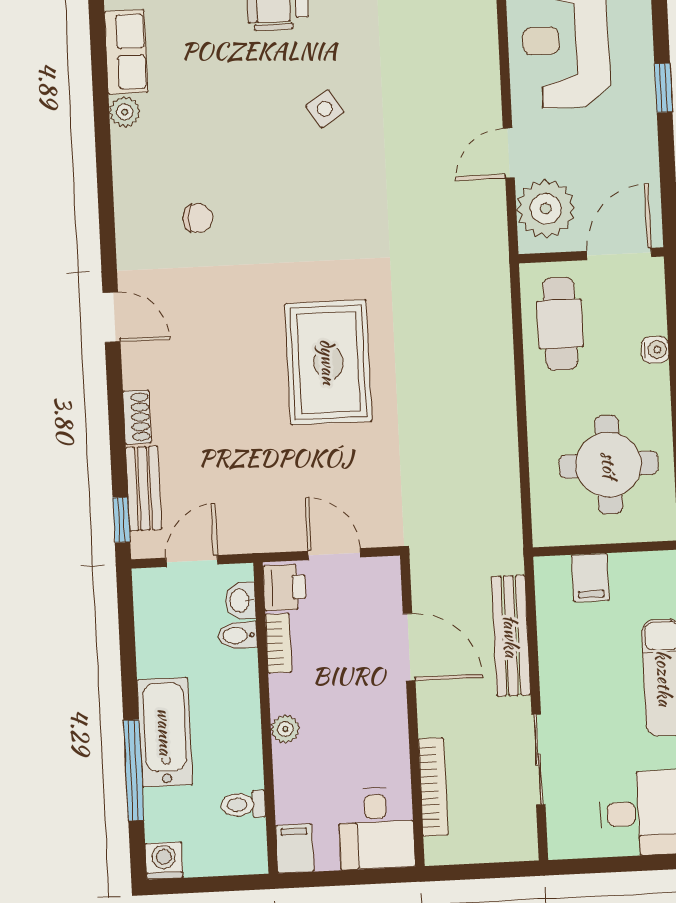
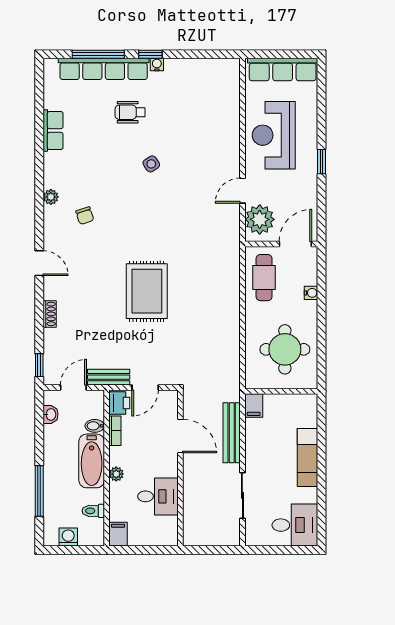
plant: (125, 112) -> (51, 197), moved
chair: (198, 218) -> (85, 216), turned 68
bench: (144, 488) -> (109, 377), moved, turned 90
door: (334, 554) -> (145, 388), swing flipped
filing cabinet: (590, 578) -> (254, 406), moved
washbasin: (240, 601) -> (50, 414), moved, turned 180
bathtub: (165, 732) -> (92, 461), moved, turned 180
bookcase: (433, 787) -> (189, 507), removed
desk: (376, 828) -> (158, 496), moved, turned -90
washing machine: (164, 861) -> (68, 537), moved

